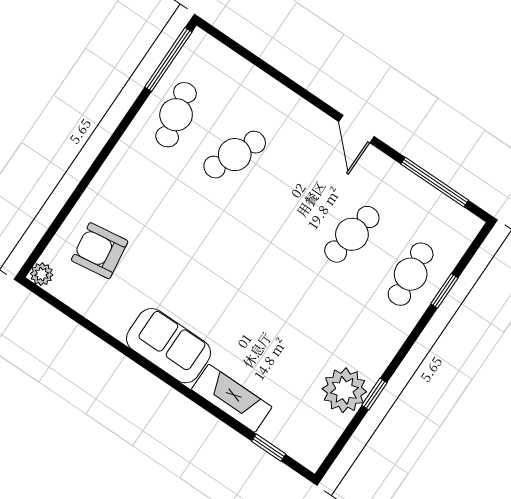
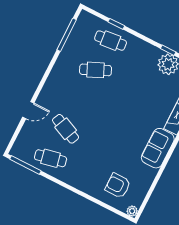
door: (356, 129) -> (28, 110), moved
cafe table: (352, 234) -> (96, 70), turned -33
armchair: (100, 251) -> (118, 186), turned 98

